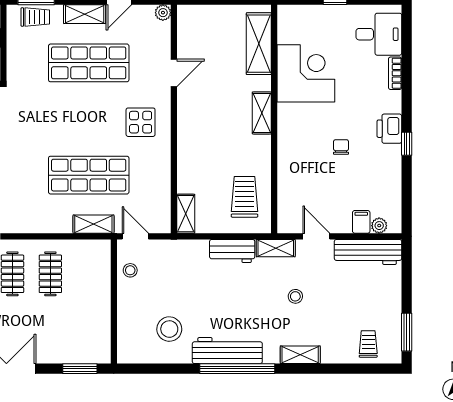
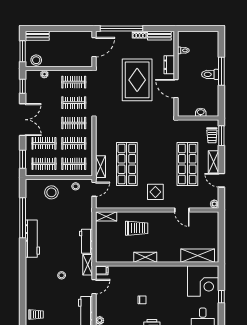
corner desk: (306, 73) -> (203, 281), moved
shelving: (262, 113) -> (145, 257), moved
trolley: (244, 197) -> (137, 228), moved
filing cabinet: (361, 222) -> (102, 270), moved
clothes rail: (88, 274) -> (74, 164), added
clothes rail: (50, 329) -> (44, 143), added
clothes rail: (88, 329) -> (44, 164), added
stool: (169, 329) -> (51, 192), moved
shelving: (300, 355) -> (30, 278), removed
window: (237, 369) -> (23, 218), moved

